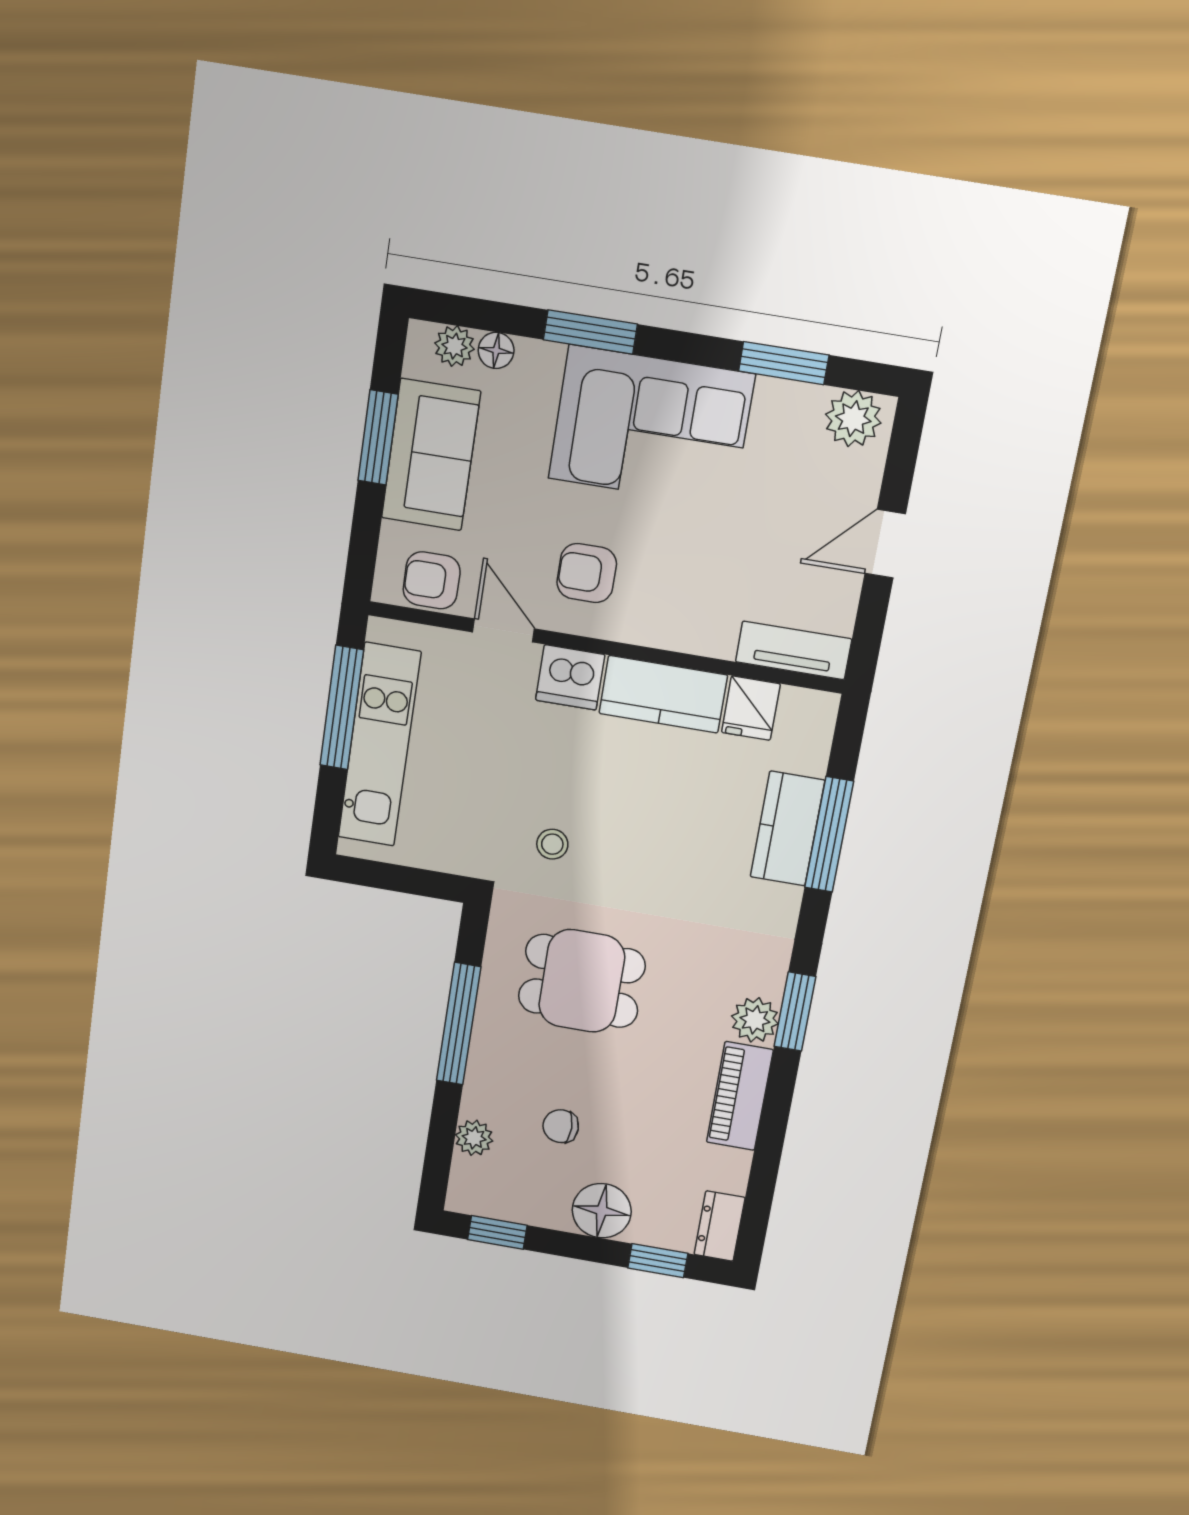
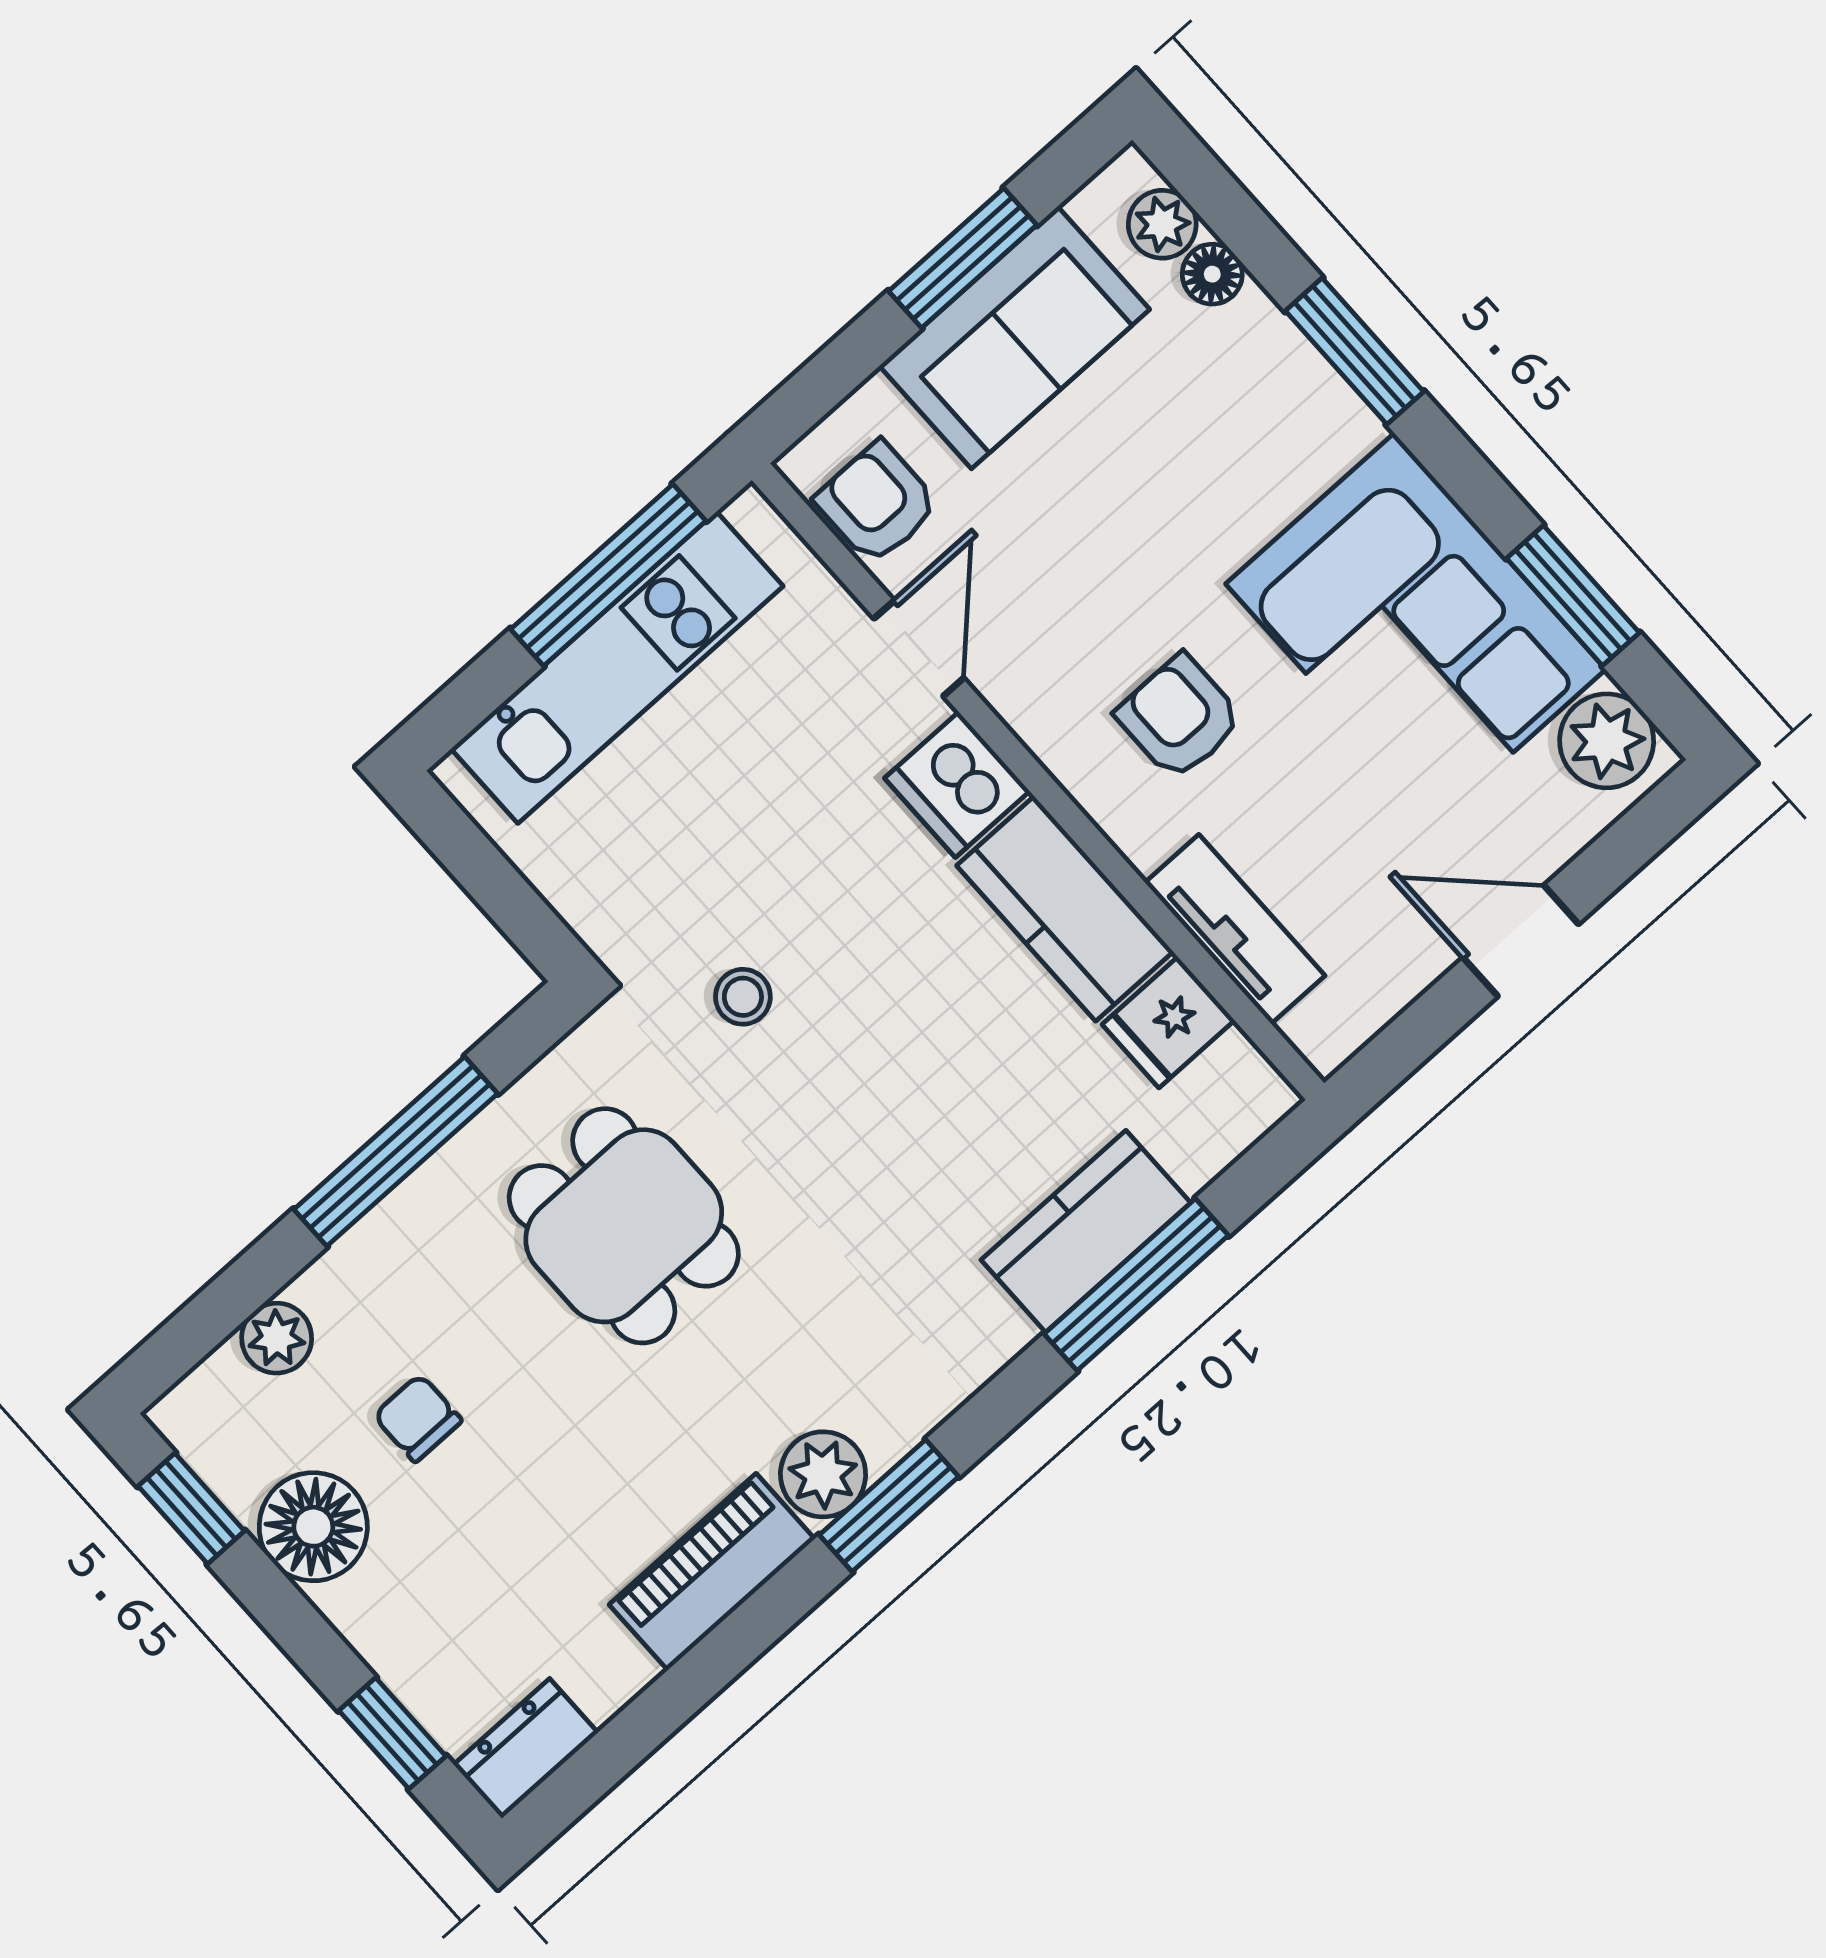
corner sofa: (651, 426) -> (1416, 627), moved
armchair: (587, 573) -> (1179, 717), moved
tv unit: (794, 650) -> (1235, 929), moved
floor lamp: (602, 1211) -> (313, 1527), moved

